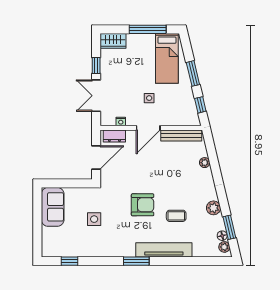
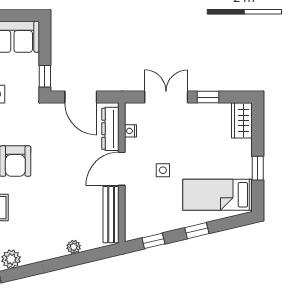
window: (148, 29) -> (258, 168), width x0.46
window: (193, 73) -> (197, 231), width x0.67
door: (148, 128) -> (122, 169), hinge flipped
dresser: (114, 136) -> (110, 129), width x1.44
window: (81, 183) -> (45, 76), added

